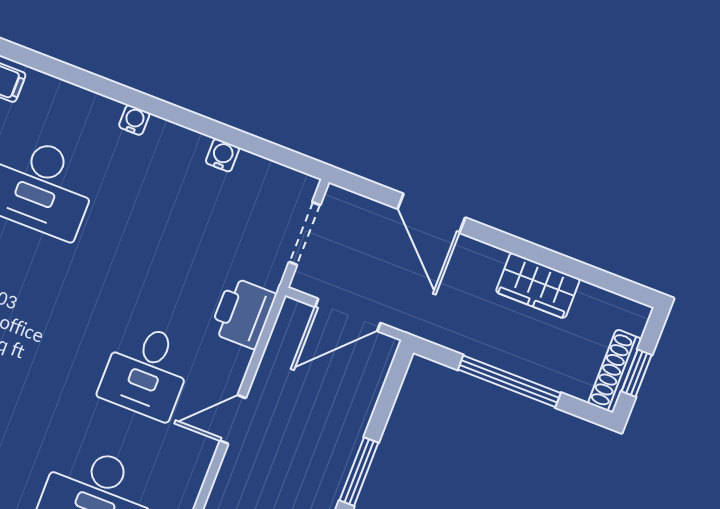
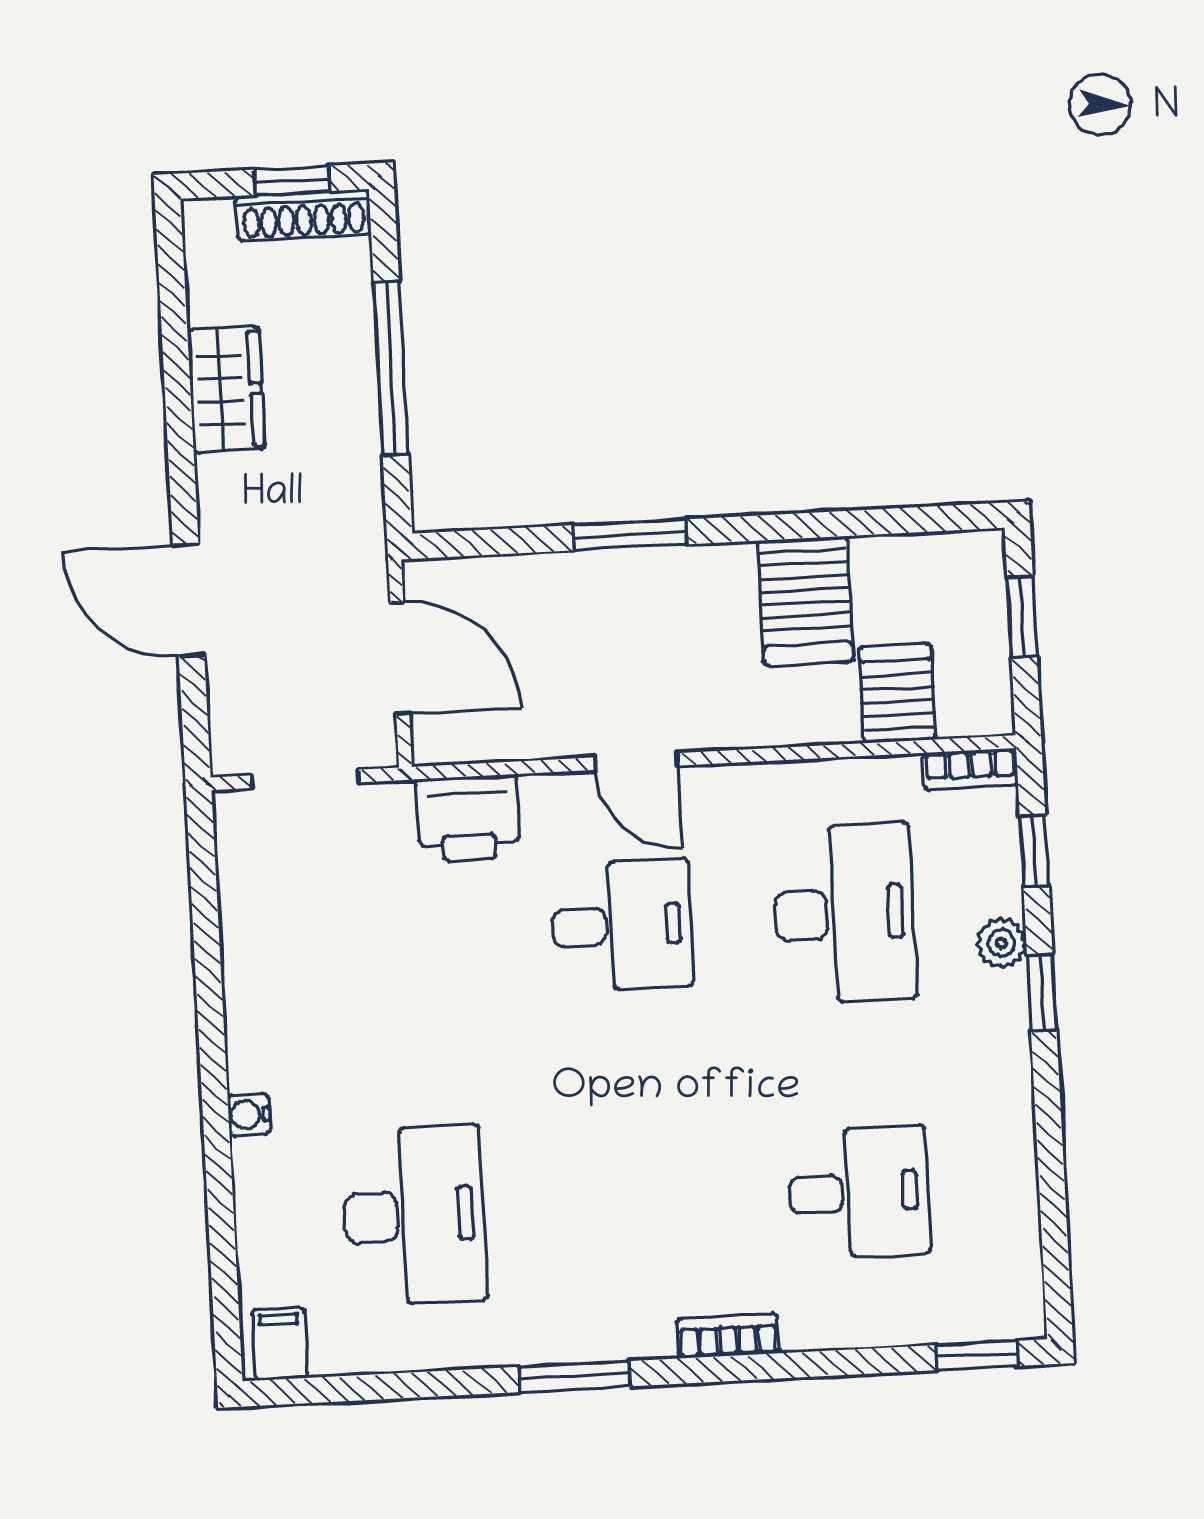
water cooler: (222, 155) -> (242, 957), removed
door: (431, 213) -> (189, 600), swing flipped

